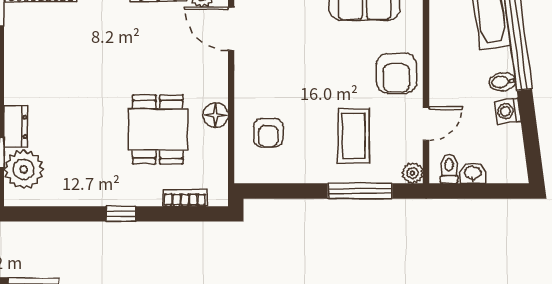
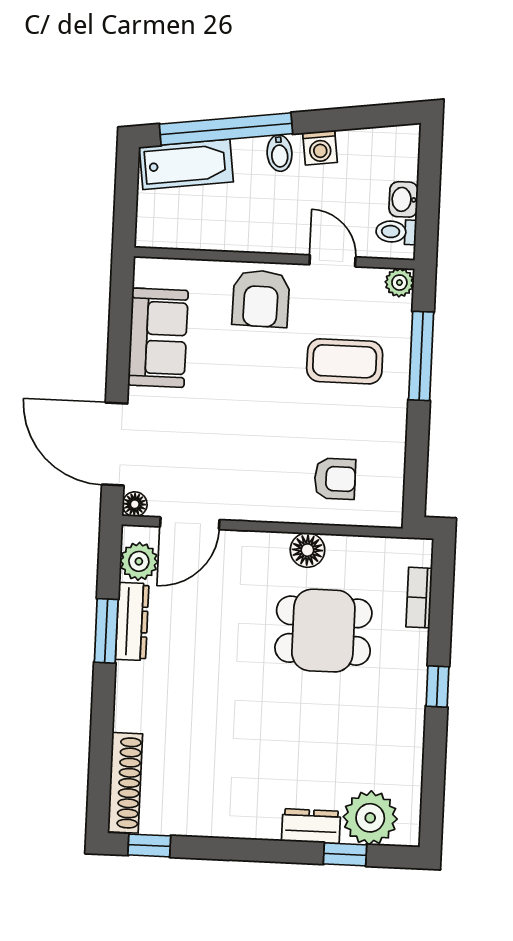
armchair: (396, 73) -> (261, 299), turned 91

